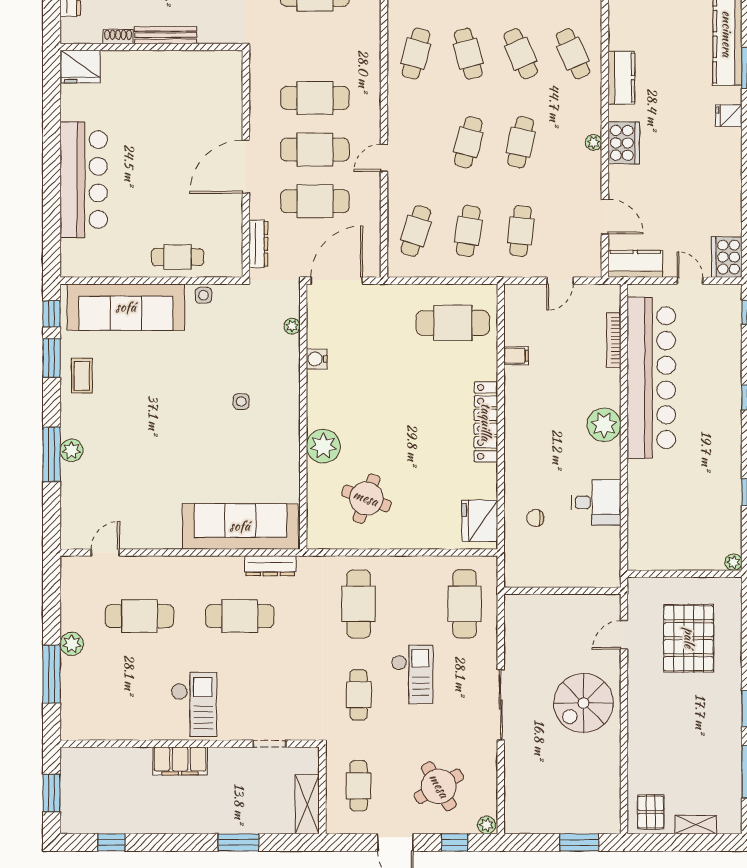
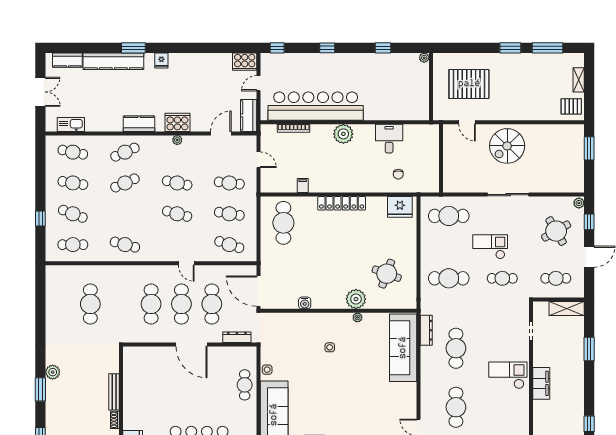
cafe table: (468, 54) -> (125, 214), removed
plant: (292, 326) -> (357, 317), moved
spiral stairs: (583, 703) -> (507, 146), turned 90

